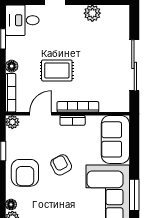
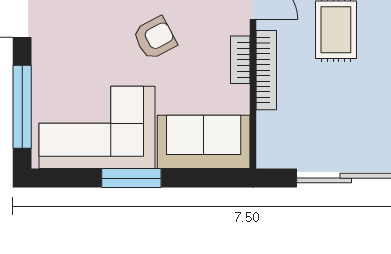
window: (134, 195) -> (131, 178), moved

